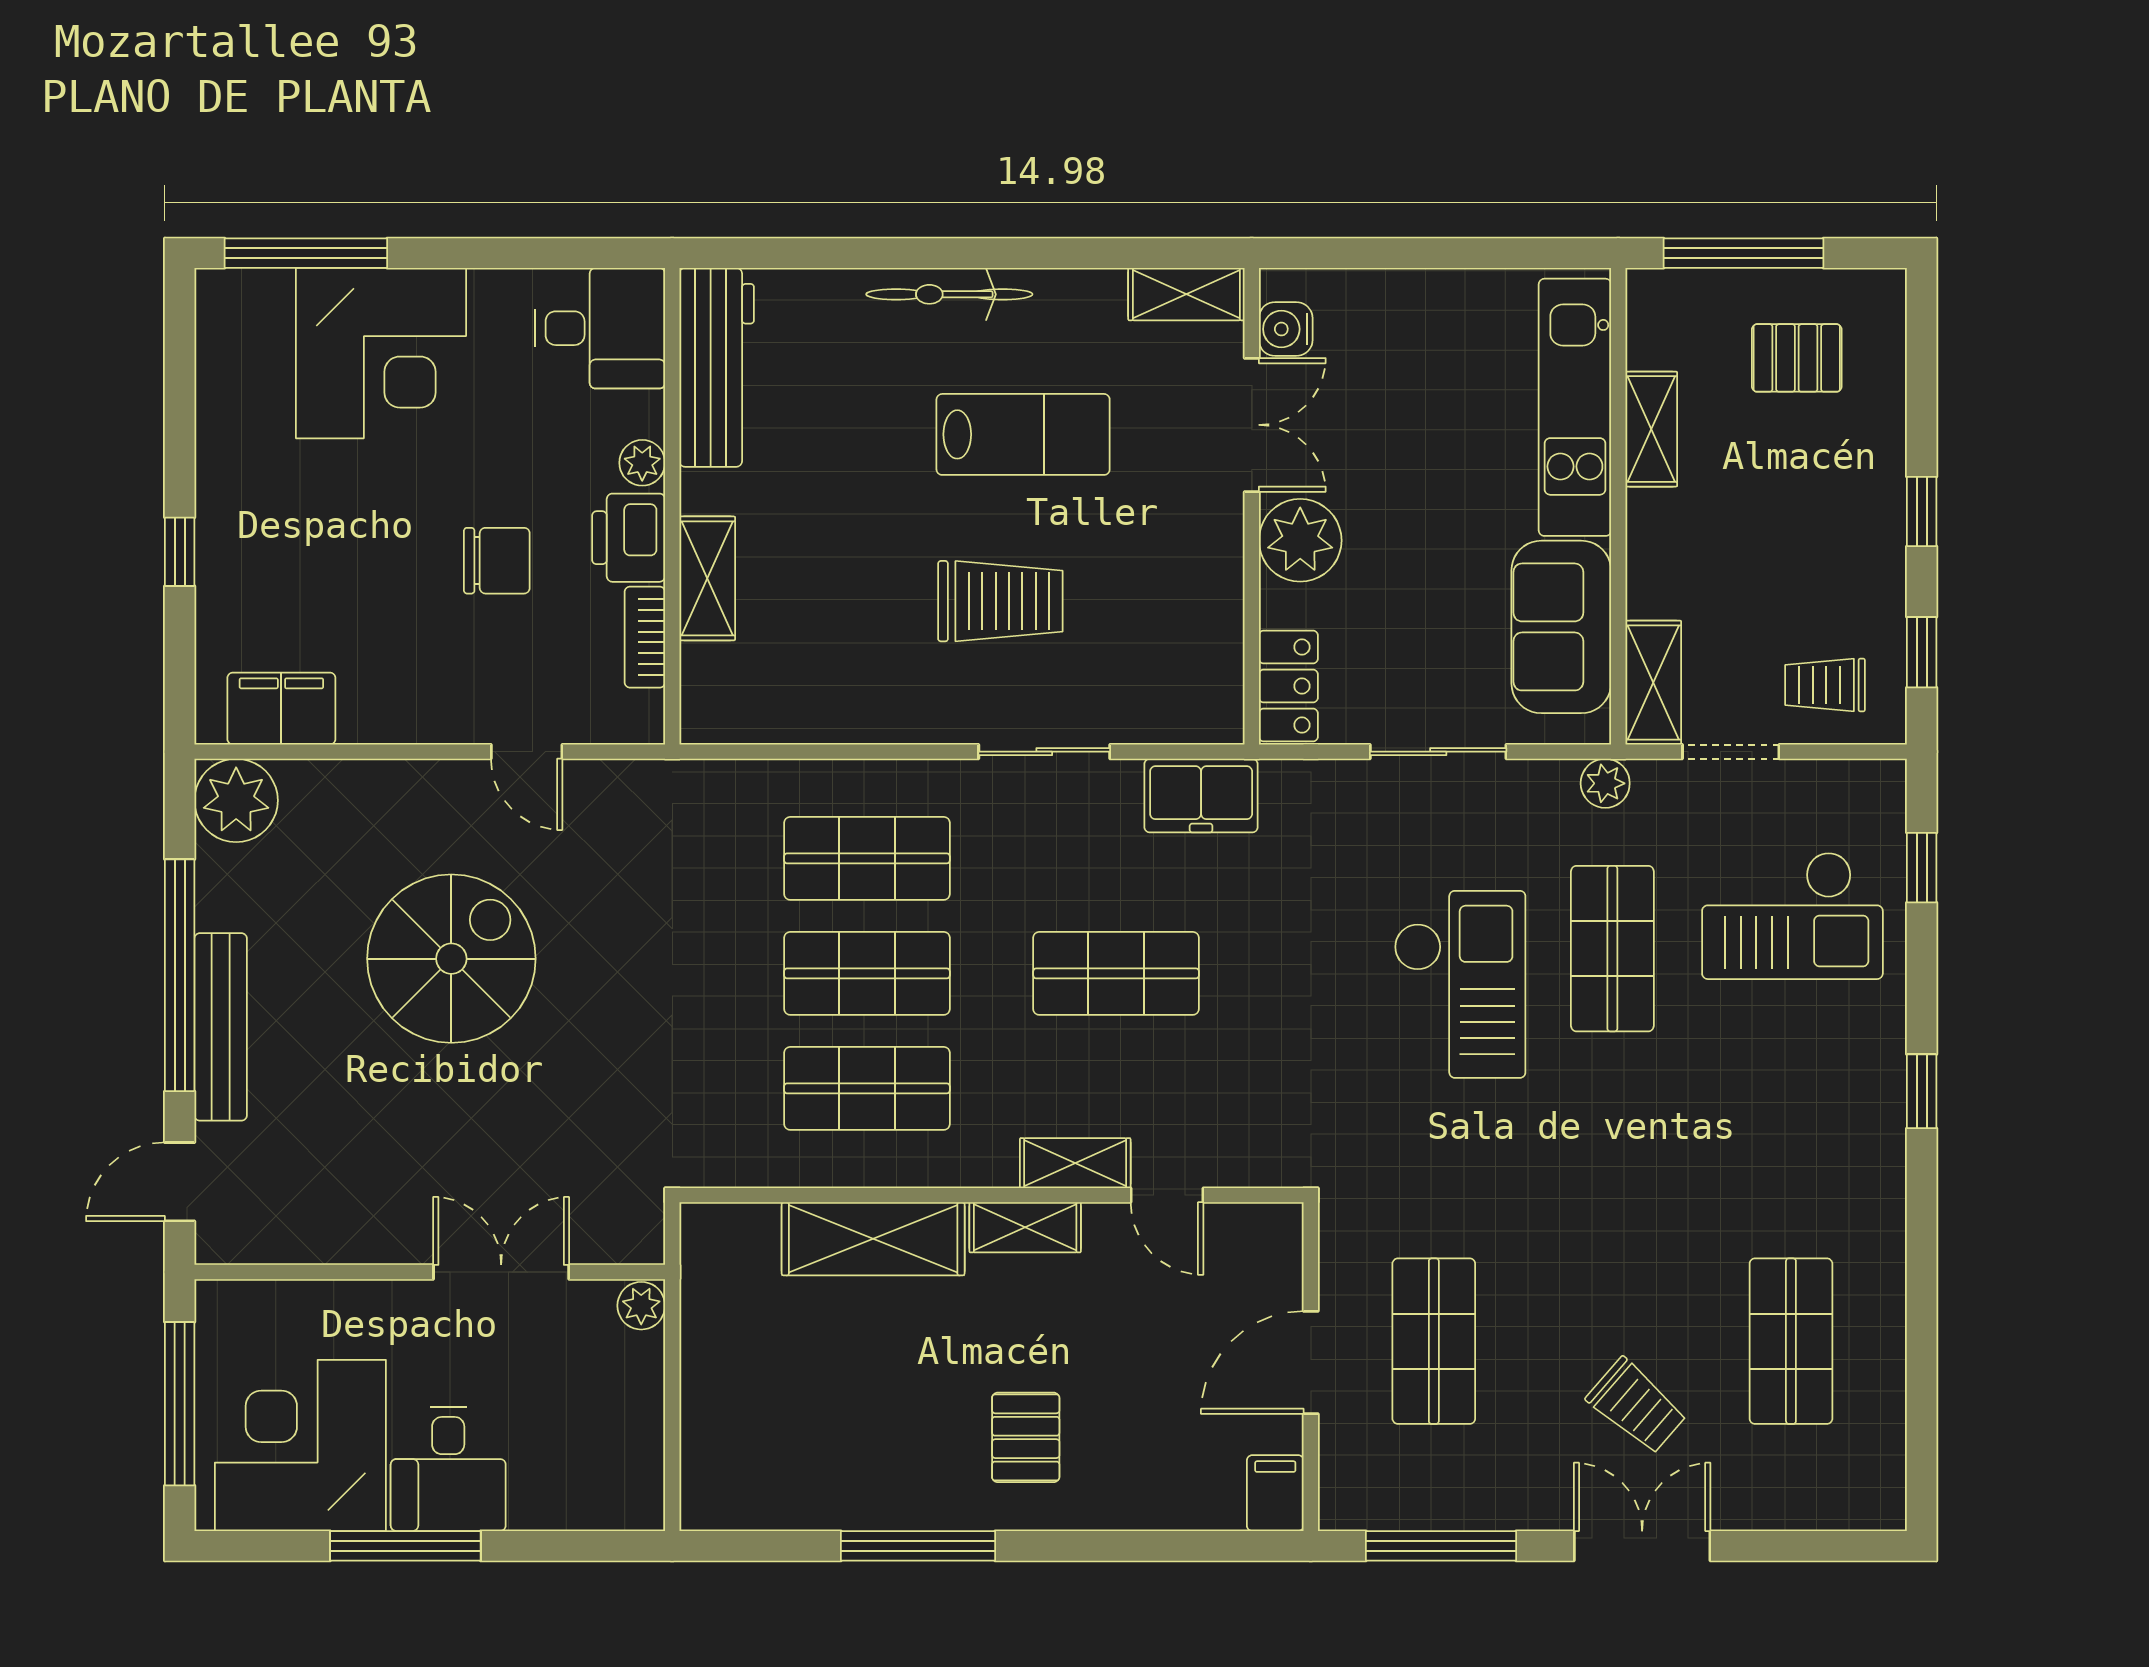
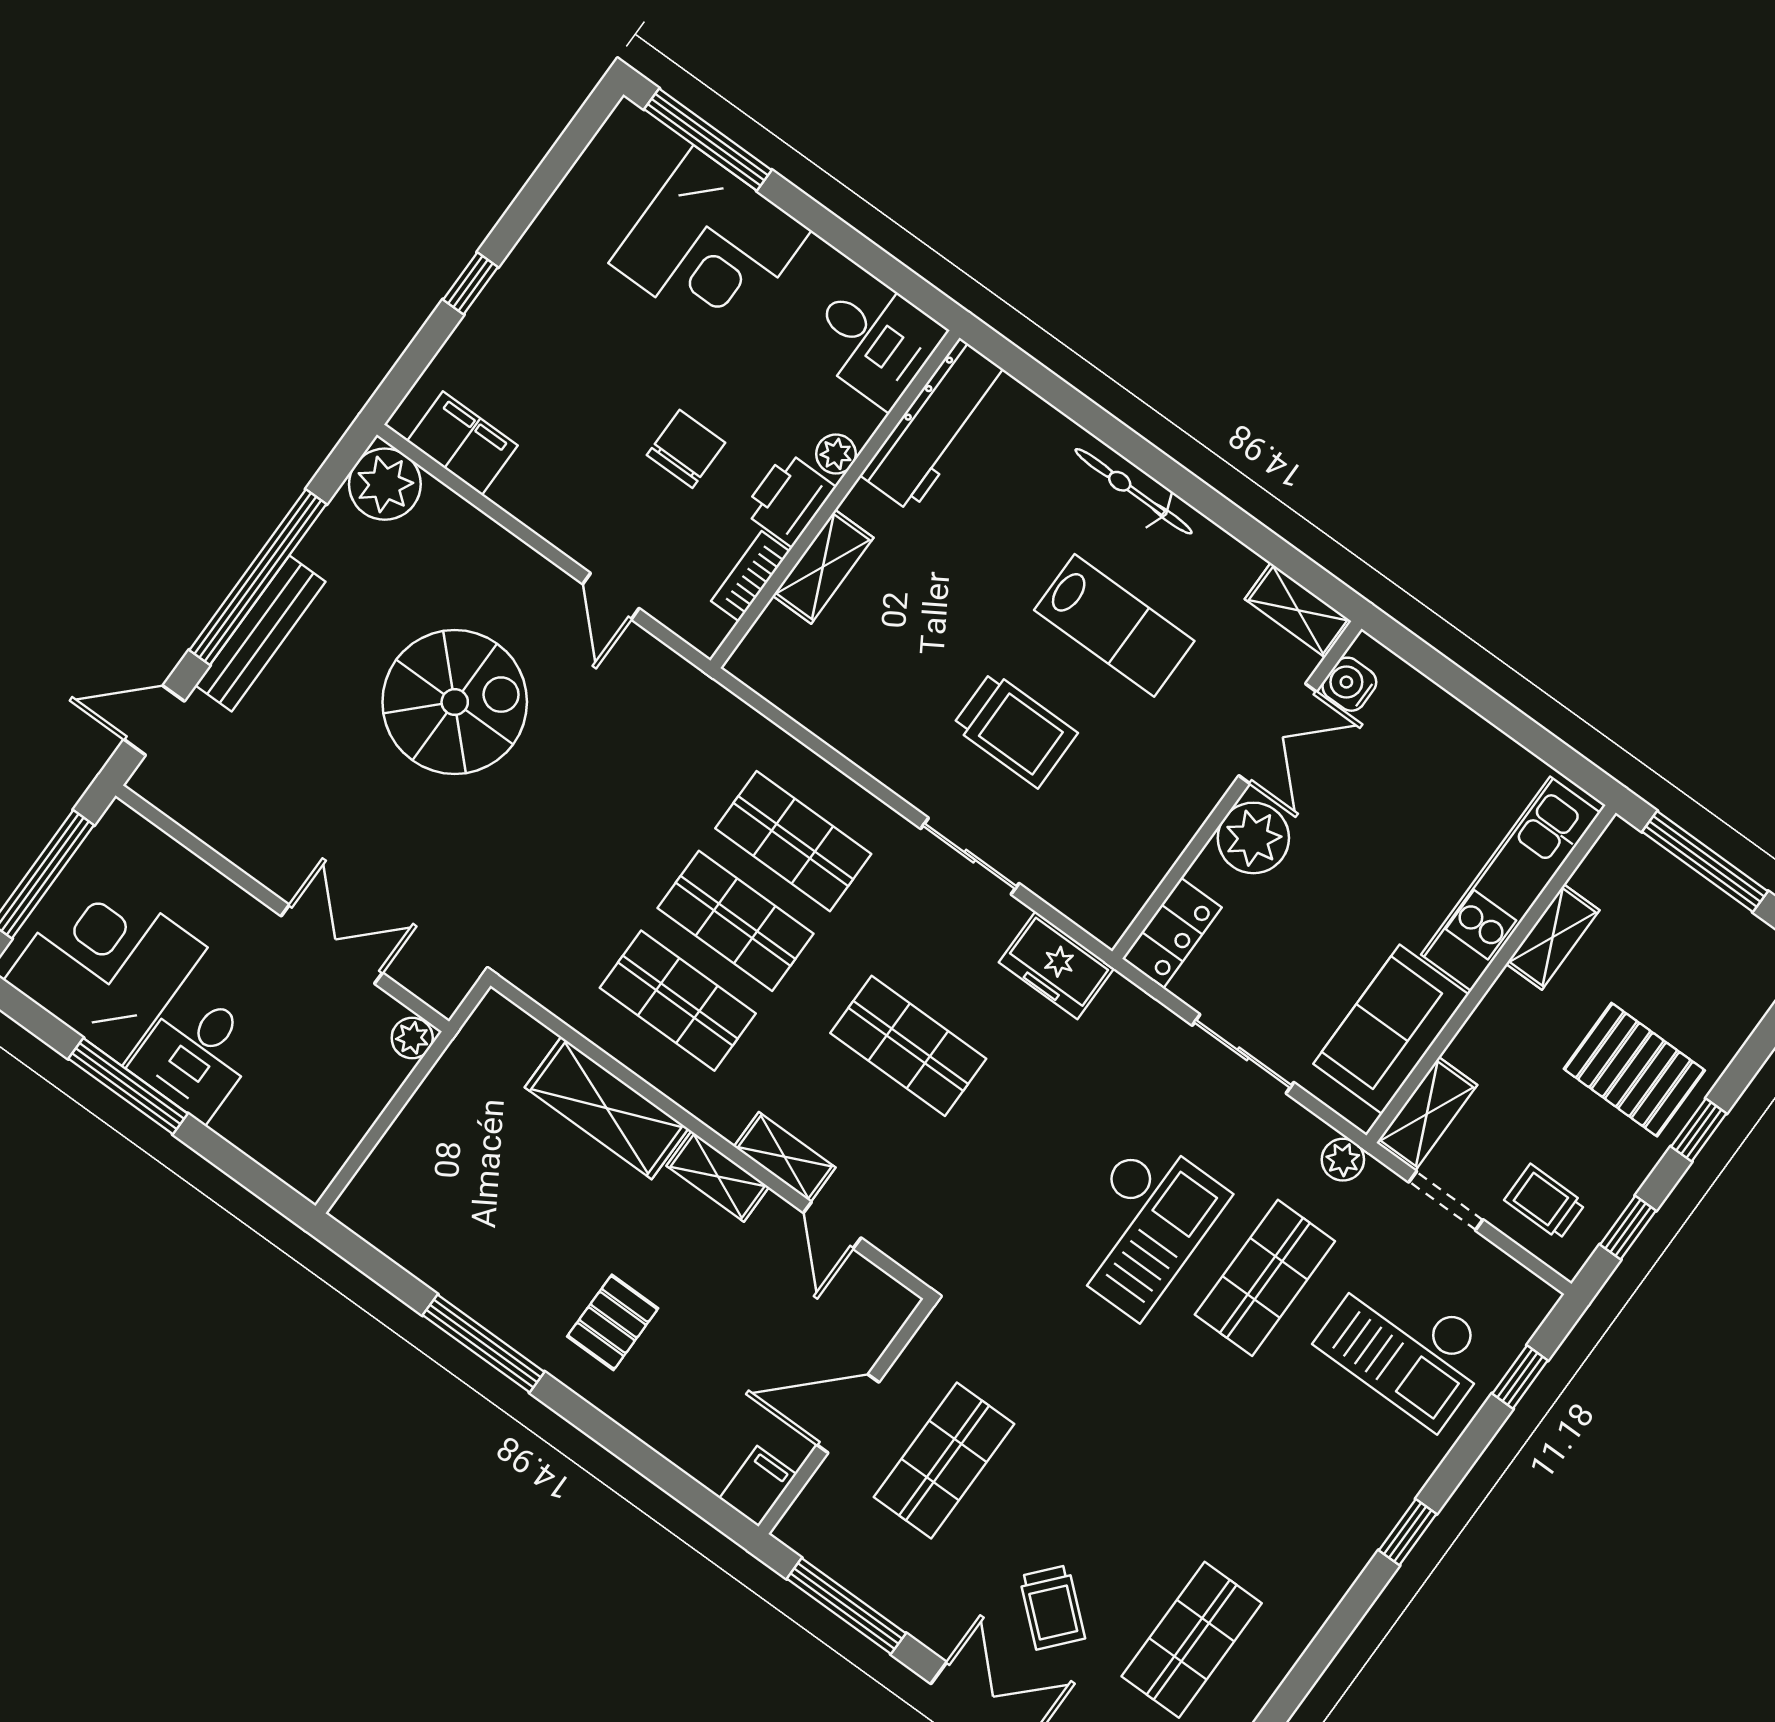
pallet: (1797, 358) -> (1634, 1070), moved, width x1.50, depth x1.42
chair: (497, 561) -> (686, 449), turned -90

